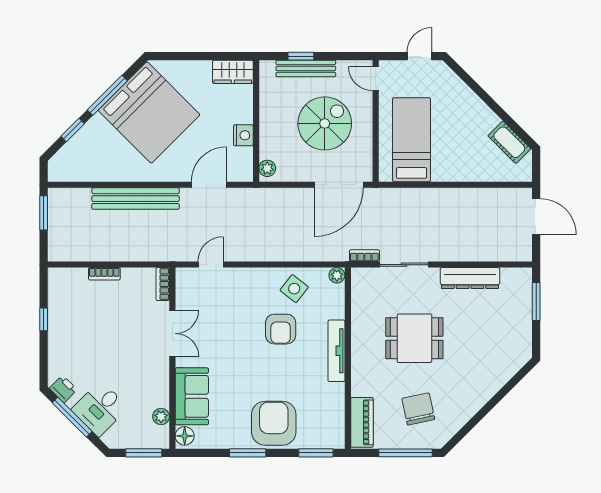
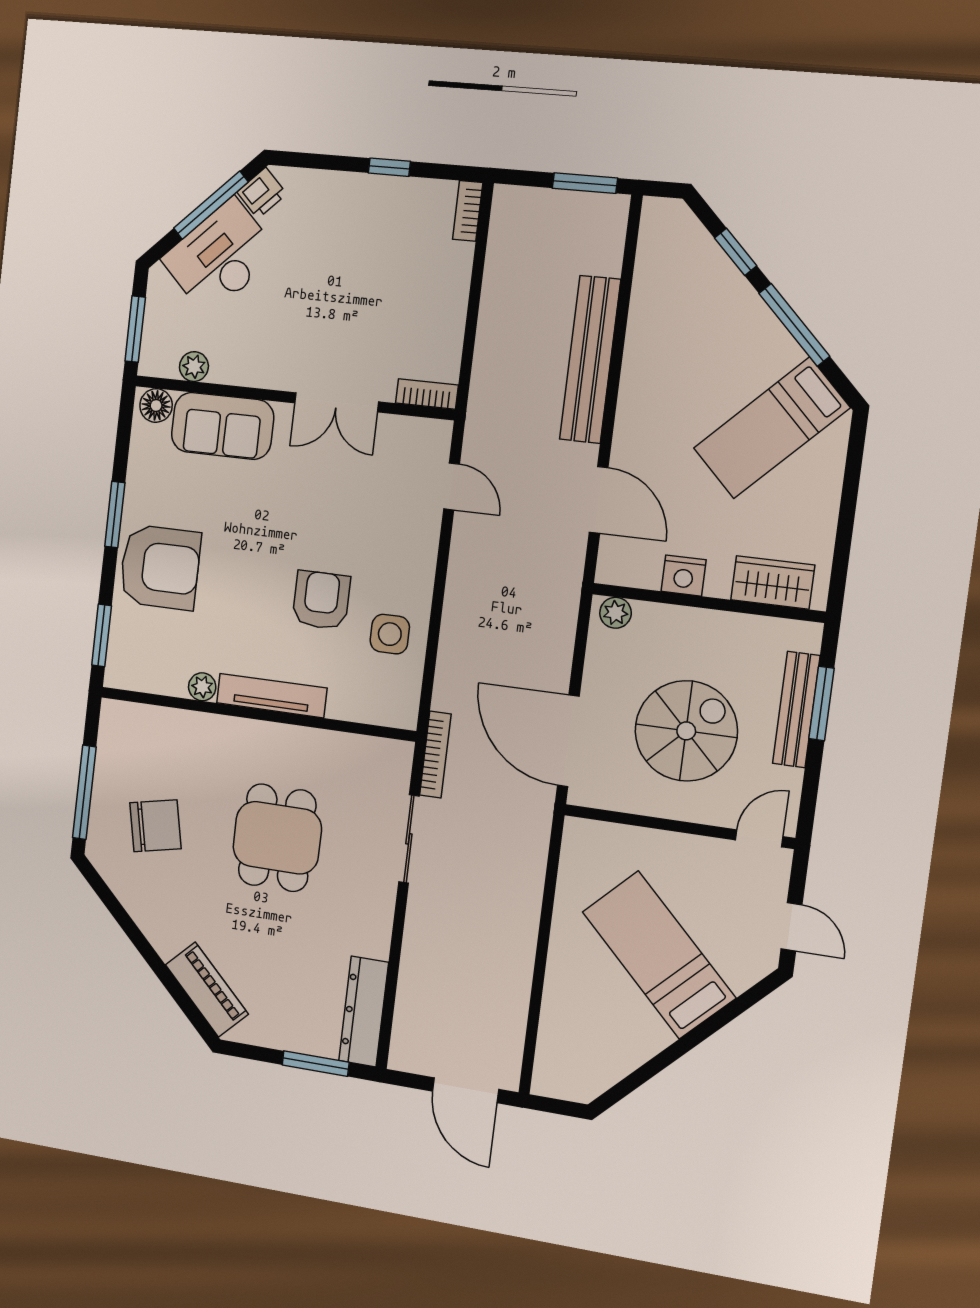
window: (301, 56) -> (821, 703), width x1.50
wardrobe: (233, 72) -> (773, 582), moved, turned 90
bed: (149, 113) -> (771, 428), width x0.49
spiral stairs: (325, 123) -> (686, 731), turned -90
bed: (412, 140) -> (659, 955), moved, turned -135
cot: (509, 142) -> (607, 1065), removed
door: (536, 217) -> (466, 1090), hinge flipped
bookcase: (364, 256) -> (435, 755), width x1.56
bookcase: (104, 274) -> (468, 211), moved
plant: (337, 275) -> (202, 687), moved
dresser: (470, 278) -> (364, 1012), moved
side table: (294, 289) -> (390, 634), turned -38
armchair: (281, 329) -> (321, 600), turned 90
desk: (100, 409) -> (220, 257), width x1.37
piano: (362, 422) -> (207, 989), moved, turned -135

